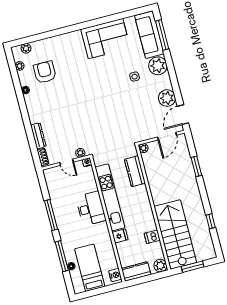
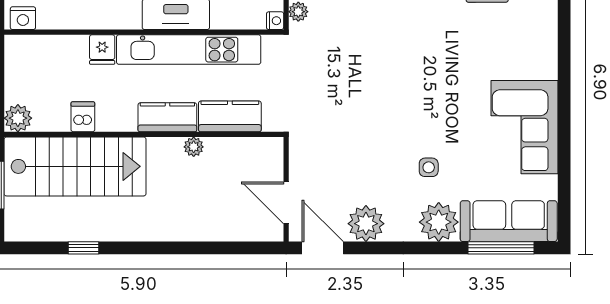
plant: (143, 148) -> (194, 147), moved
window: (196, 166) -> (207, 248), removed
kitchen counter: (136, 271) -> (167, 117), moved, turned -90

